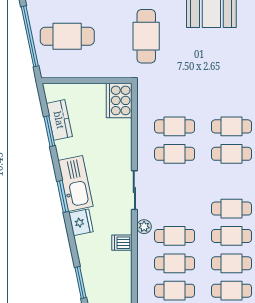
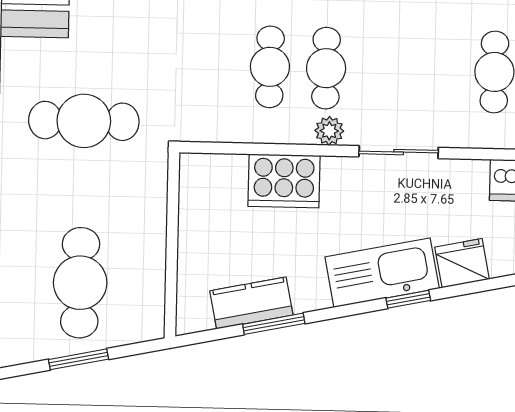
window: (30, 36) -> (78, 359), width x0.47
cooker: (119, 100) -> (284, 181), moved
window: (63, 196) -> (408, 299), width x0.67
plant: (144, 227) -> (329, 131), moved

